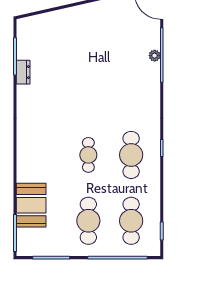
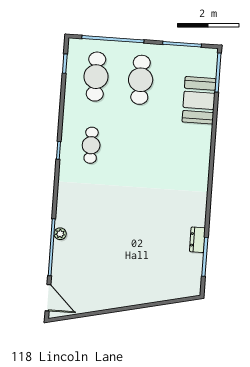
plant: (155, 56) -> (60, 234), moved
cafe table: (88, 155) -> (136, 148), removed
cafe table: (131, 155) -> (91, 145), width x0.73, depth x0.74

